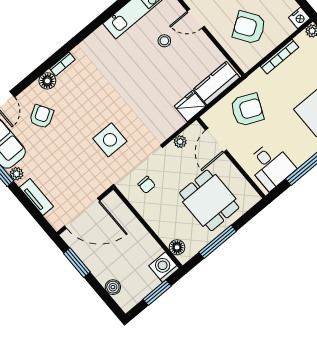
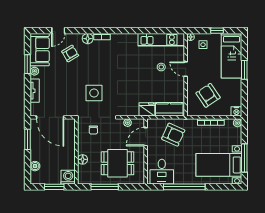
dining table: (209, 200) -> (118, 163), turned 90
floor lamp: (177, 247) -> (83, 159), moved

